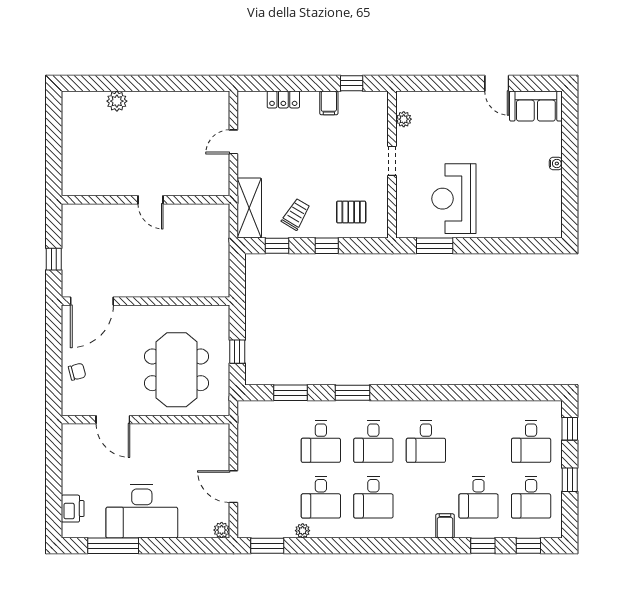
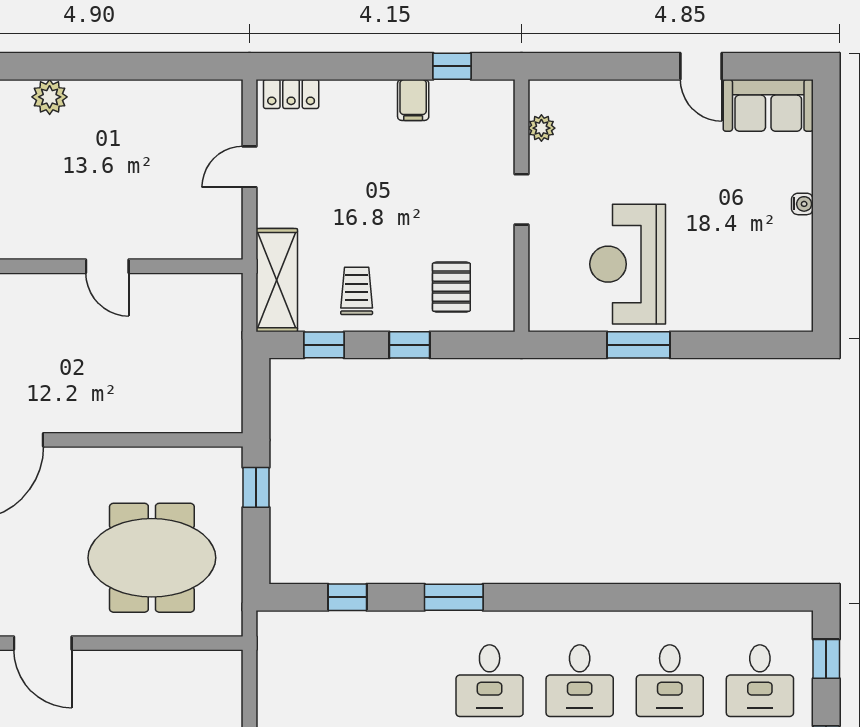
locker: (283, 99) -> (291, 94), moved
pallet: (351, 212) -> (451, 287), turned 90
trolley: (296, 214) -> (357, 291), turned -31
window: (435, 246) -> (638, 345), moved
window: (237, 352) -> (256, 487), moved
meeting table: (177, 370) -> (152, 558), turned 90
window: (290, 393) -> (347, 597), width x0.67
desk: (321, 441) -> (670, 681), moved

